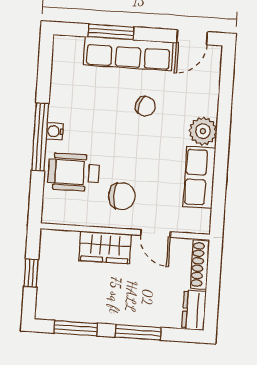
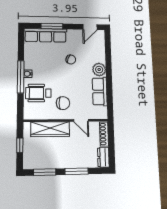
row of seats: (128, 54) -> (46, 35), moved
wardrobe: (105, 247) -> (50, 129), width x1.50

